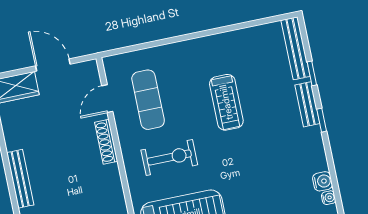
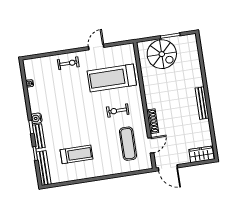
door: (53, 65) -> (168, 168), moved
treadmill: (226, 102) -> (77, 154), moved, turned 90
exercise bike: (169, 157) -> (118, 111), width x0.73, depth x0.72
water cooler: (322, 181) -> (36, 118), moved

